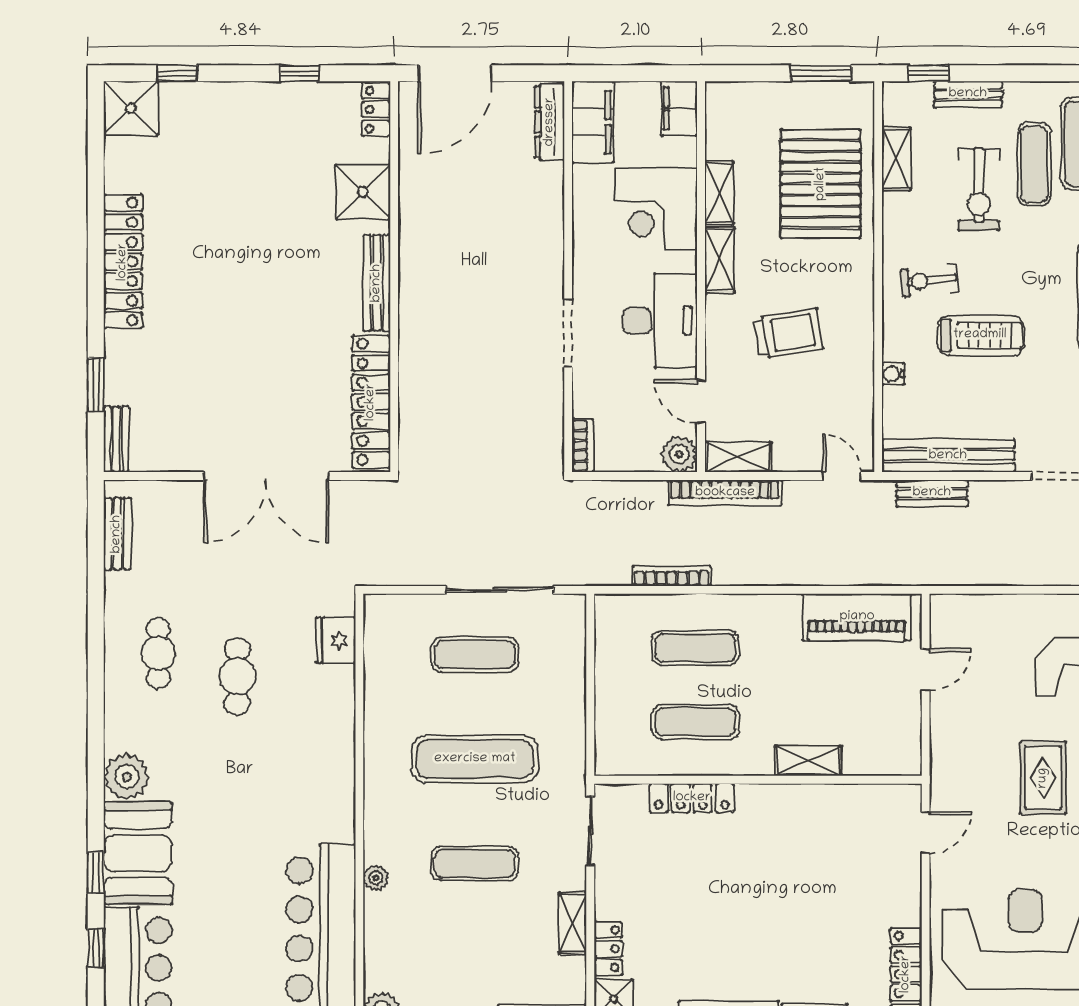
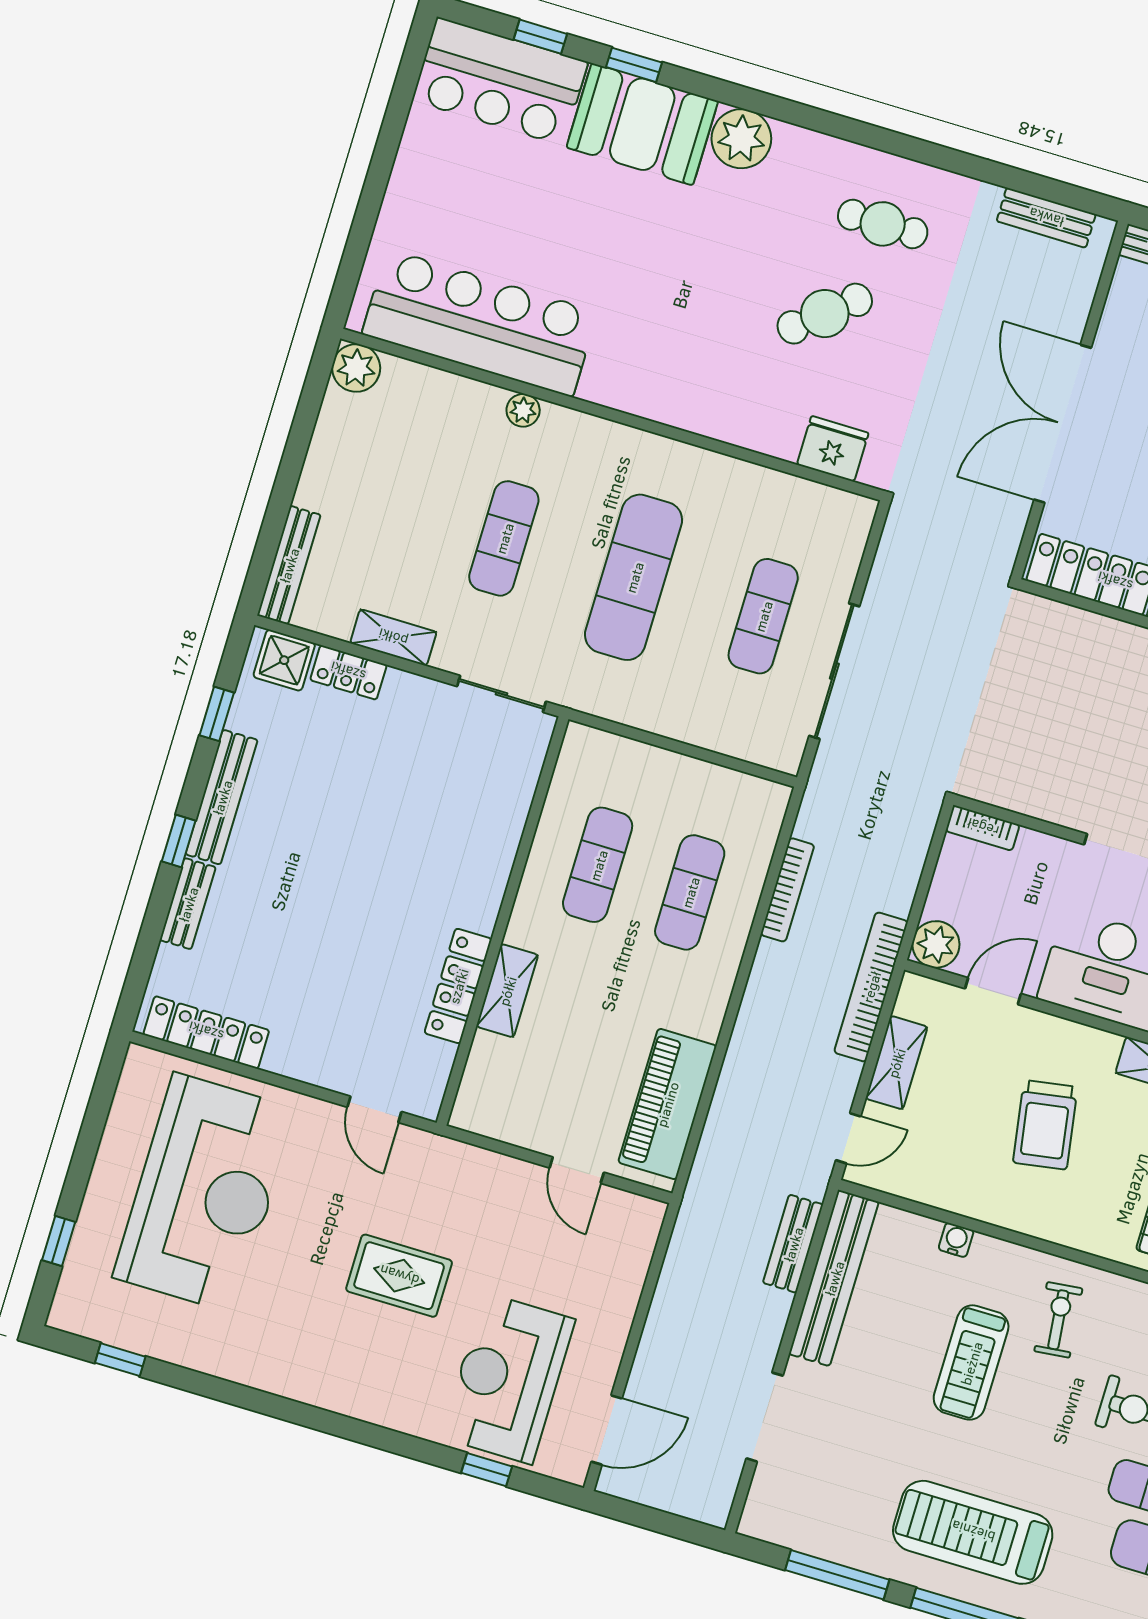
shelving: (738, 457) -> (896, 1063), moved
cafe table: (237, 676) -> (825, 314), turned -40
locker: (692, 798) -> (458, 986), moved

